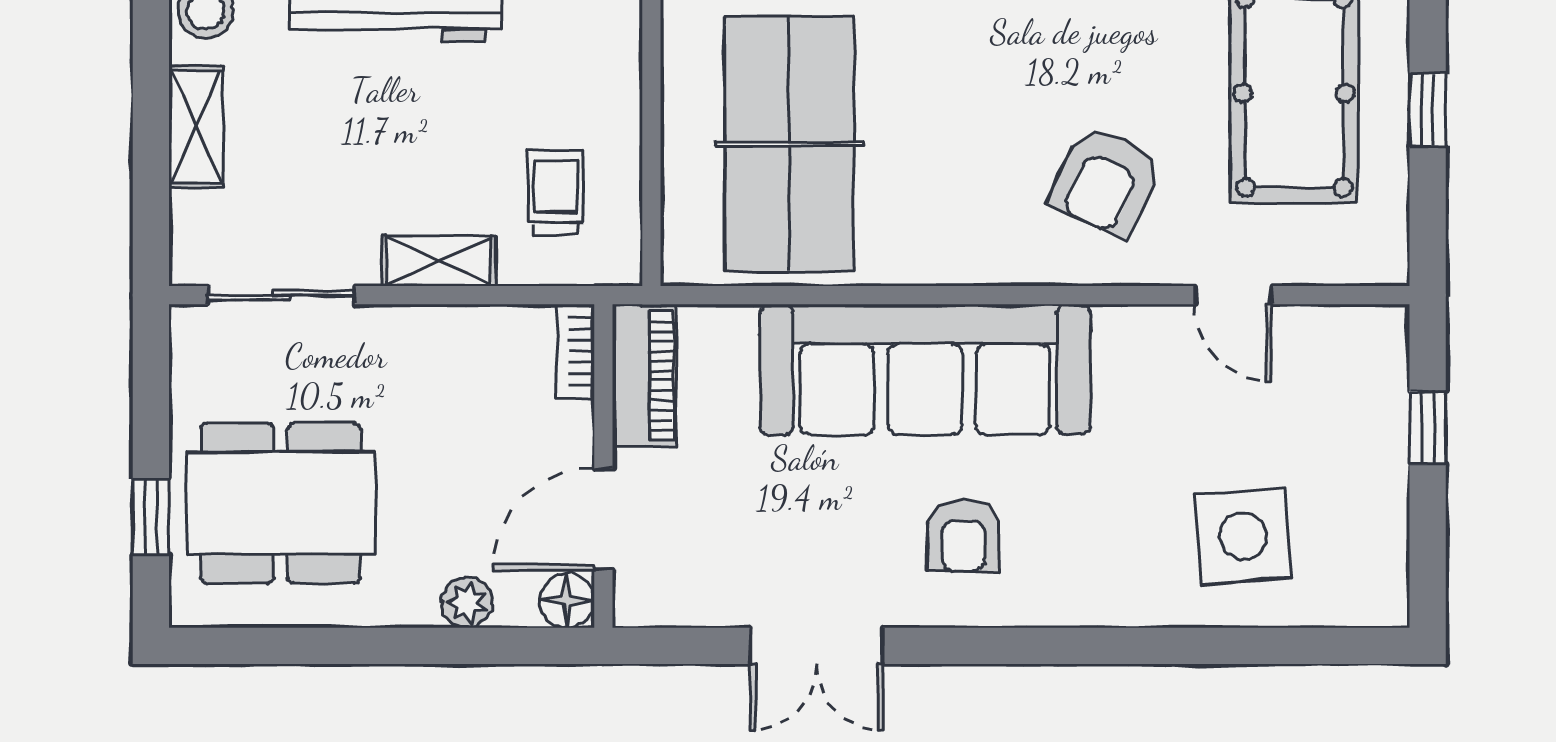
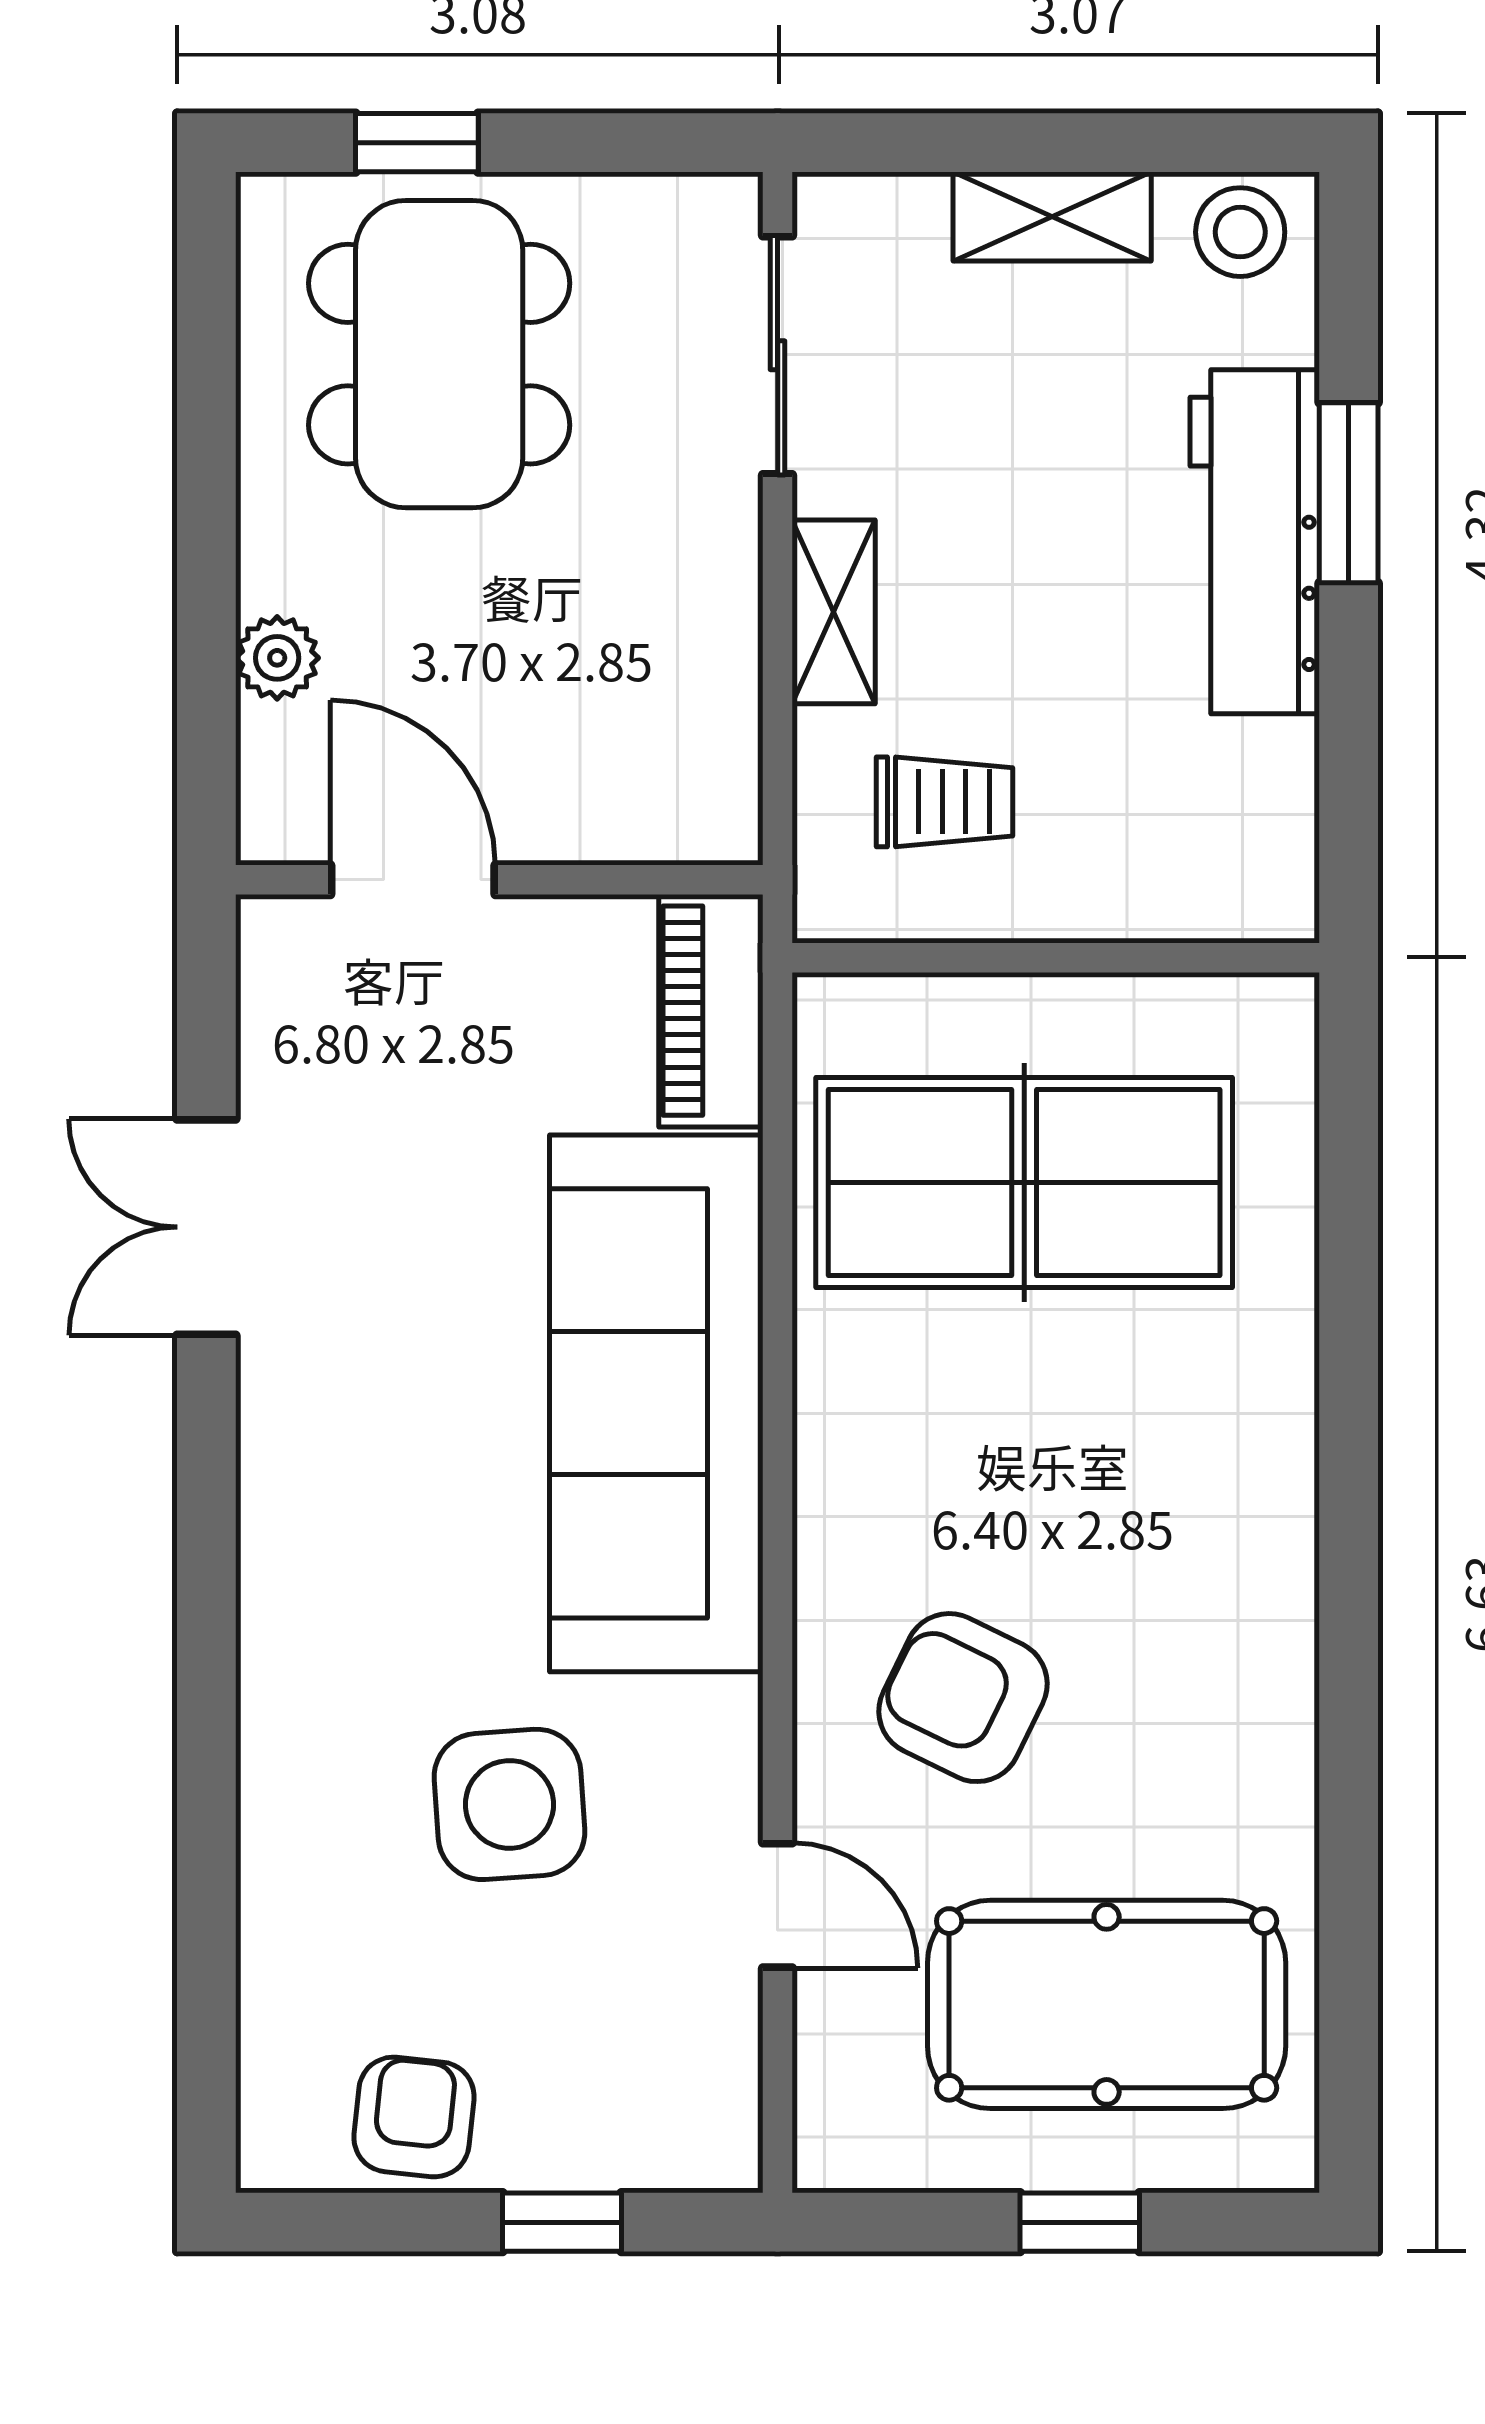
door: (1233, 295) -> (778, 1905), swing flipped
bookcase: (576, 351) -> (686, 834), removed
piano: (644, 376) -> (711, 1011), moved, turned 90
armchair: (963, 536) -> (414, 2117), moved, turned 96
side table: (1243, 536) -> (509, 1804), moved
floor lamp: (567, 601) -> (280, 821), removed

